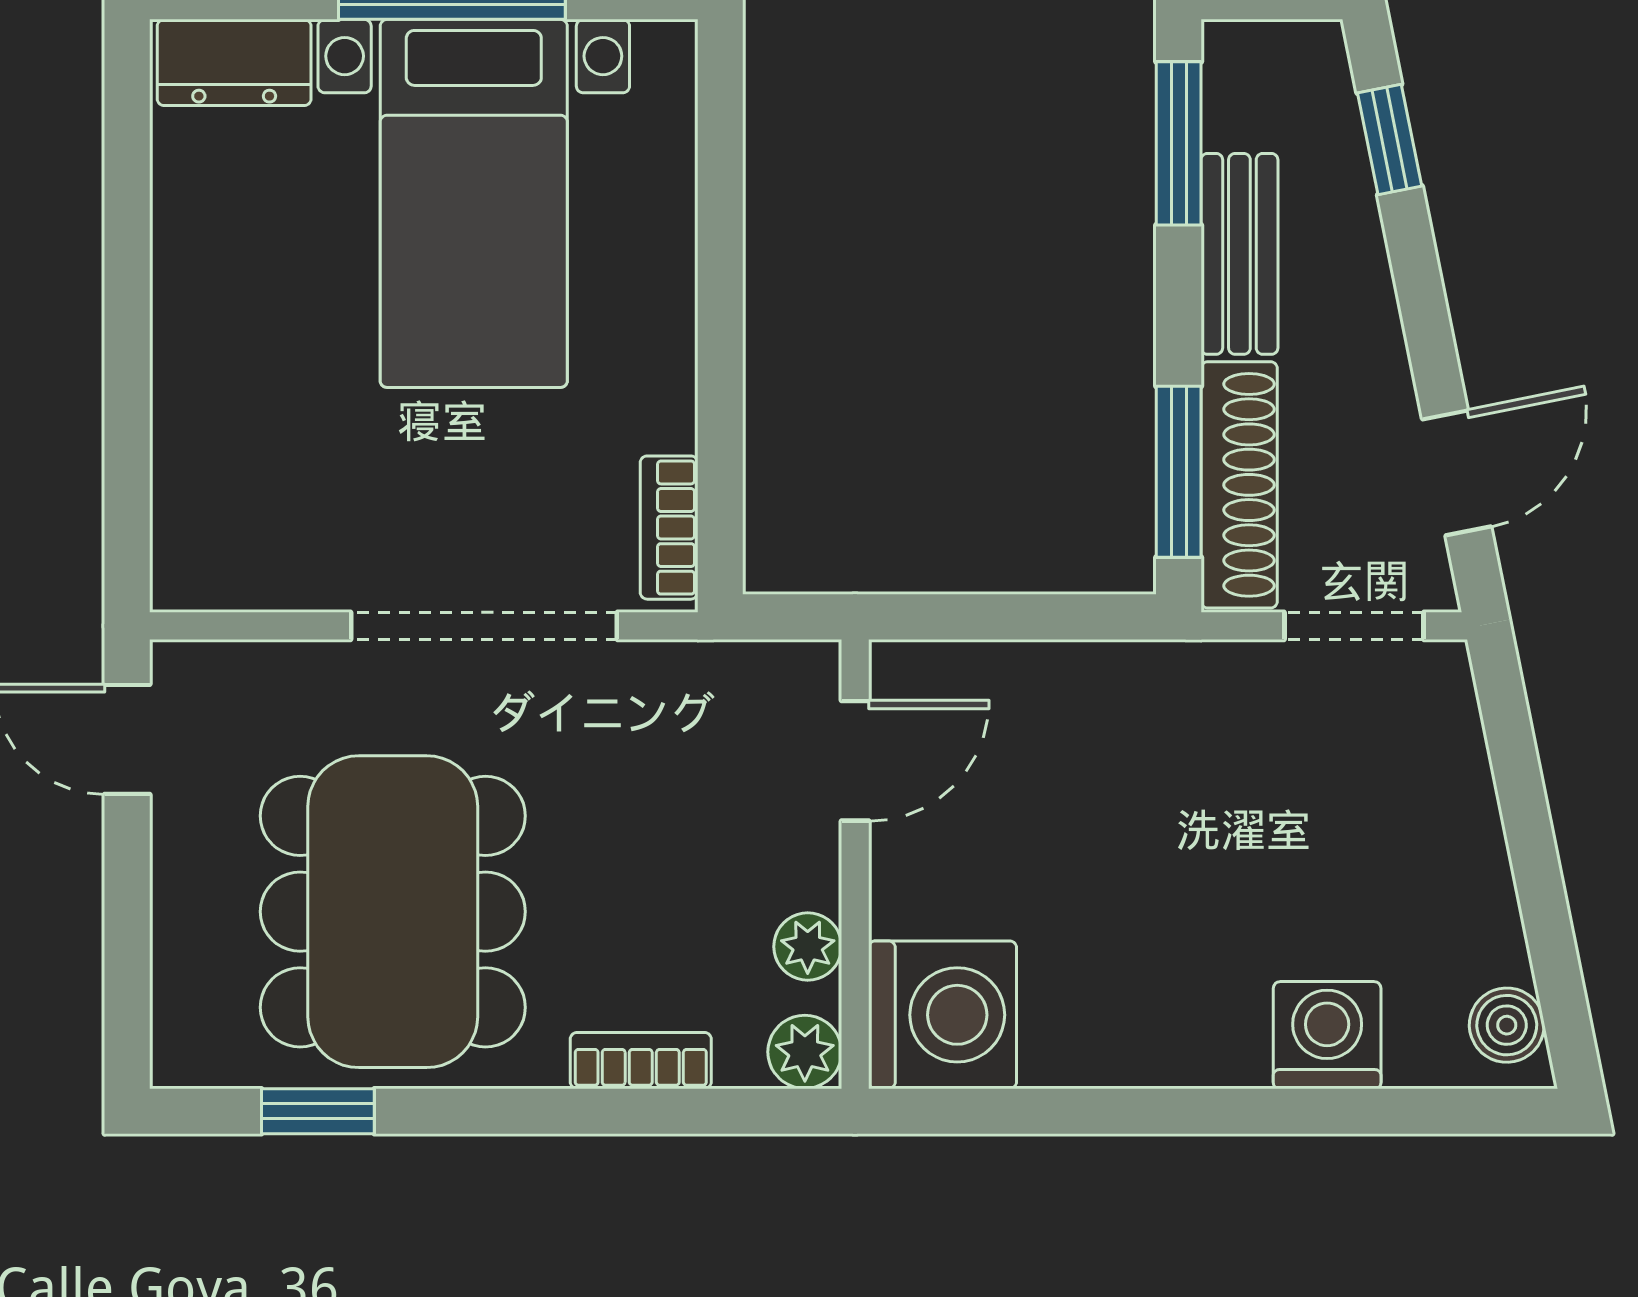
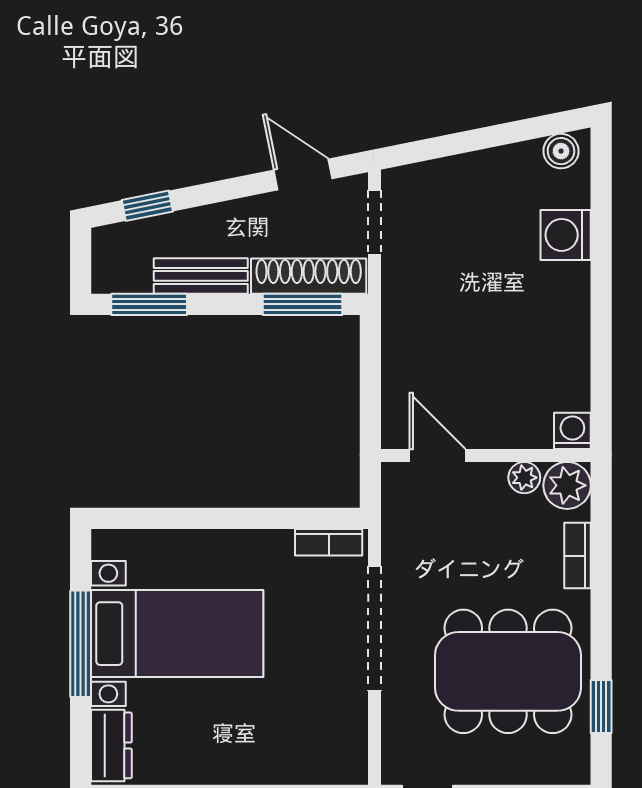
washing machine: (942, 1015) -> (572, 431), width x0.53, depth x0.53
plant: (805, 1052) -> (567, 485), width x1.38, depth x1.38

